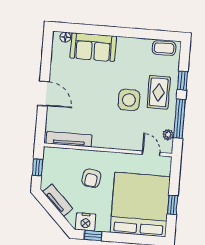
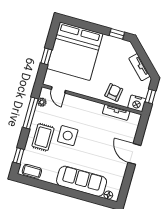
sofa: (93, 47) -> (82, 181), width x1.36
window: (183, 81) -> (19, 156), moved
tv unit: (69, 139) -> (116, 112), width x0.71
armchair: (91, 178) -> (114, 92), moved
window: (173, 205) -> (46, 56), moved
nightstand: (86, 222) -> (137, 103), moved, turned 180

